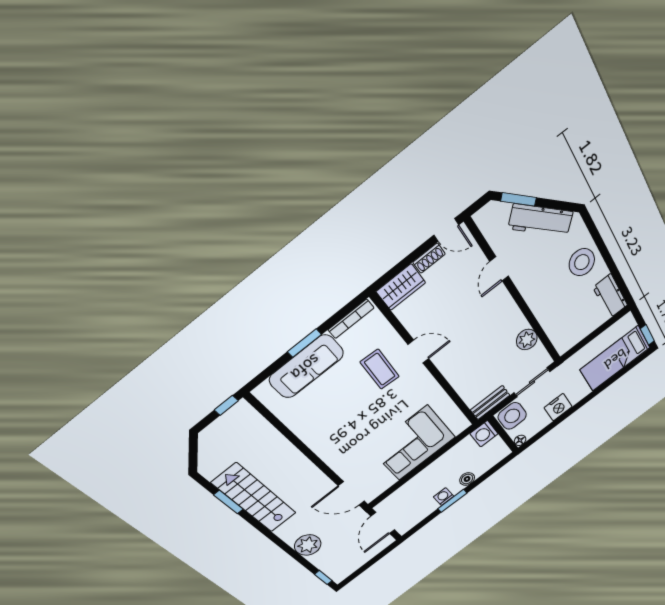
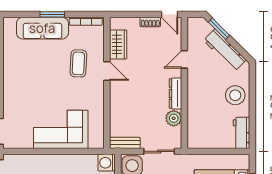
wardrobe: (401, 287) -> (118, 44), moved, turned -90
dresser: (513, 313) -> (176, 93), added

